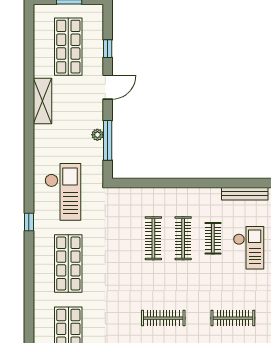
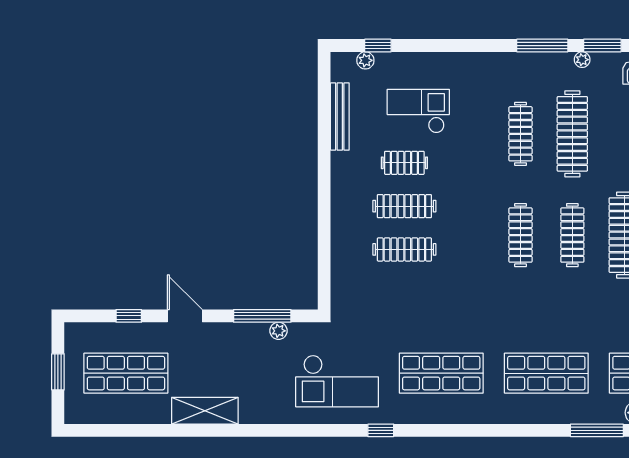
plant: (97, 135) -> (278, 331), moved
checkout: (63, 192) -> (337, 381), turned 180

